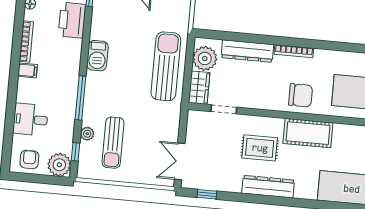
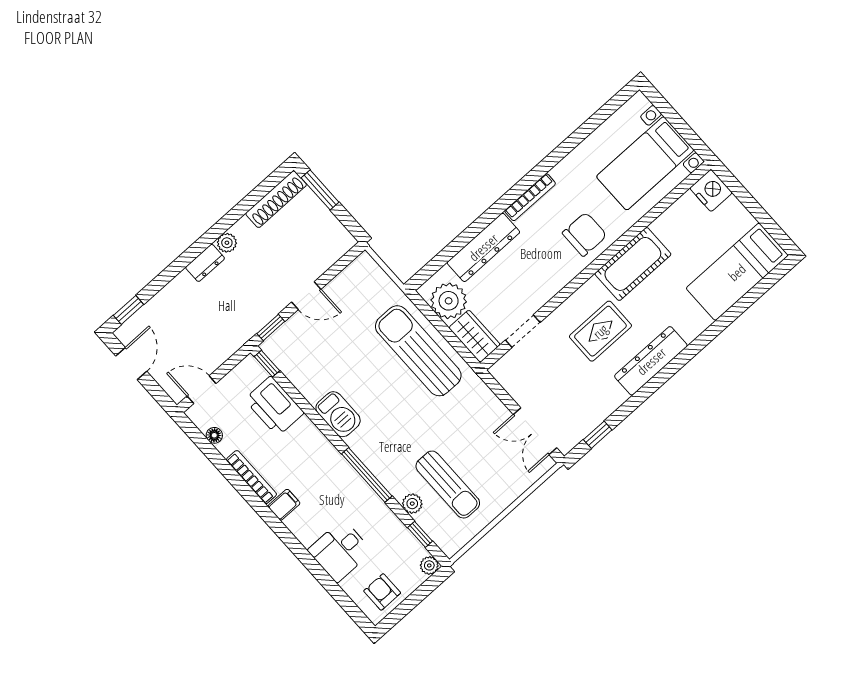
plant: (59, 165) -> (429, 565), width x0.53, depth x0.53

